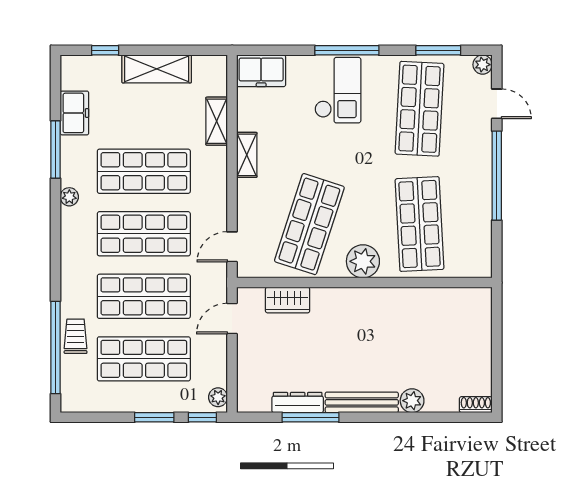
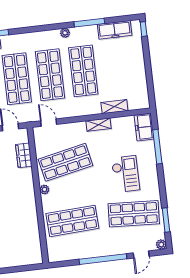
window: (105, 50) -> (144, 29), moved
window: (347, 50) -> (157, 147), moved
shelving: (157, 69) -> (139, 71), removed
checkout: (338, 90) -> (126, 174), moved, turned -90
freezer: (74, 113) -> (115, 30), width x1.40
shop shelf: (309, 224) -> (66, 162), turned -30
plant: (363, 261) -> (44, 189), width x0.53, depth x0.53

